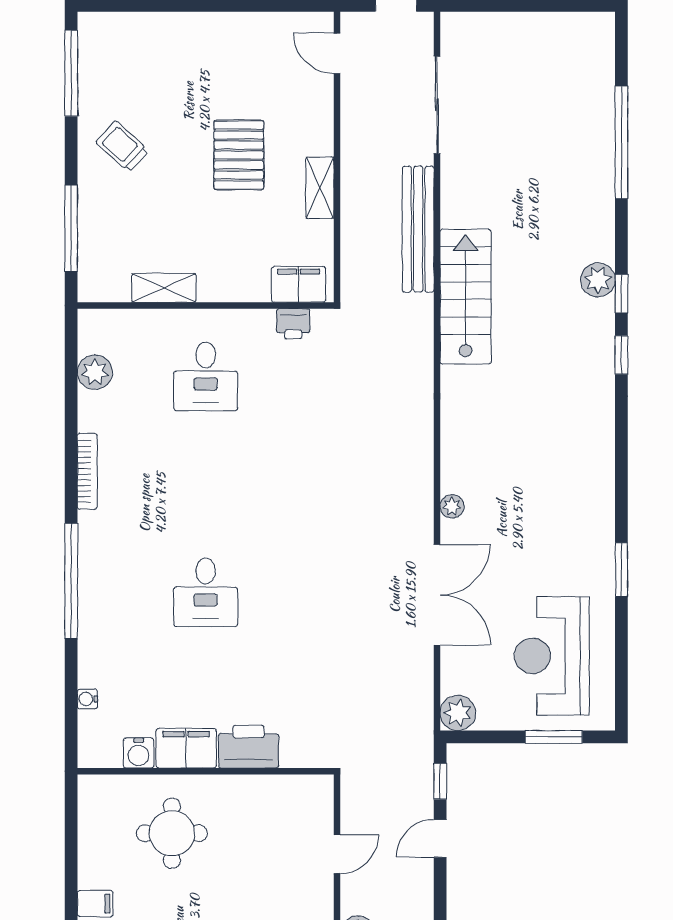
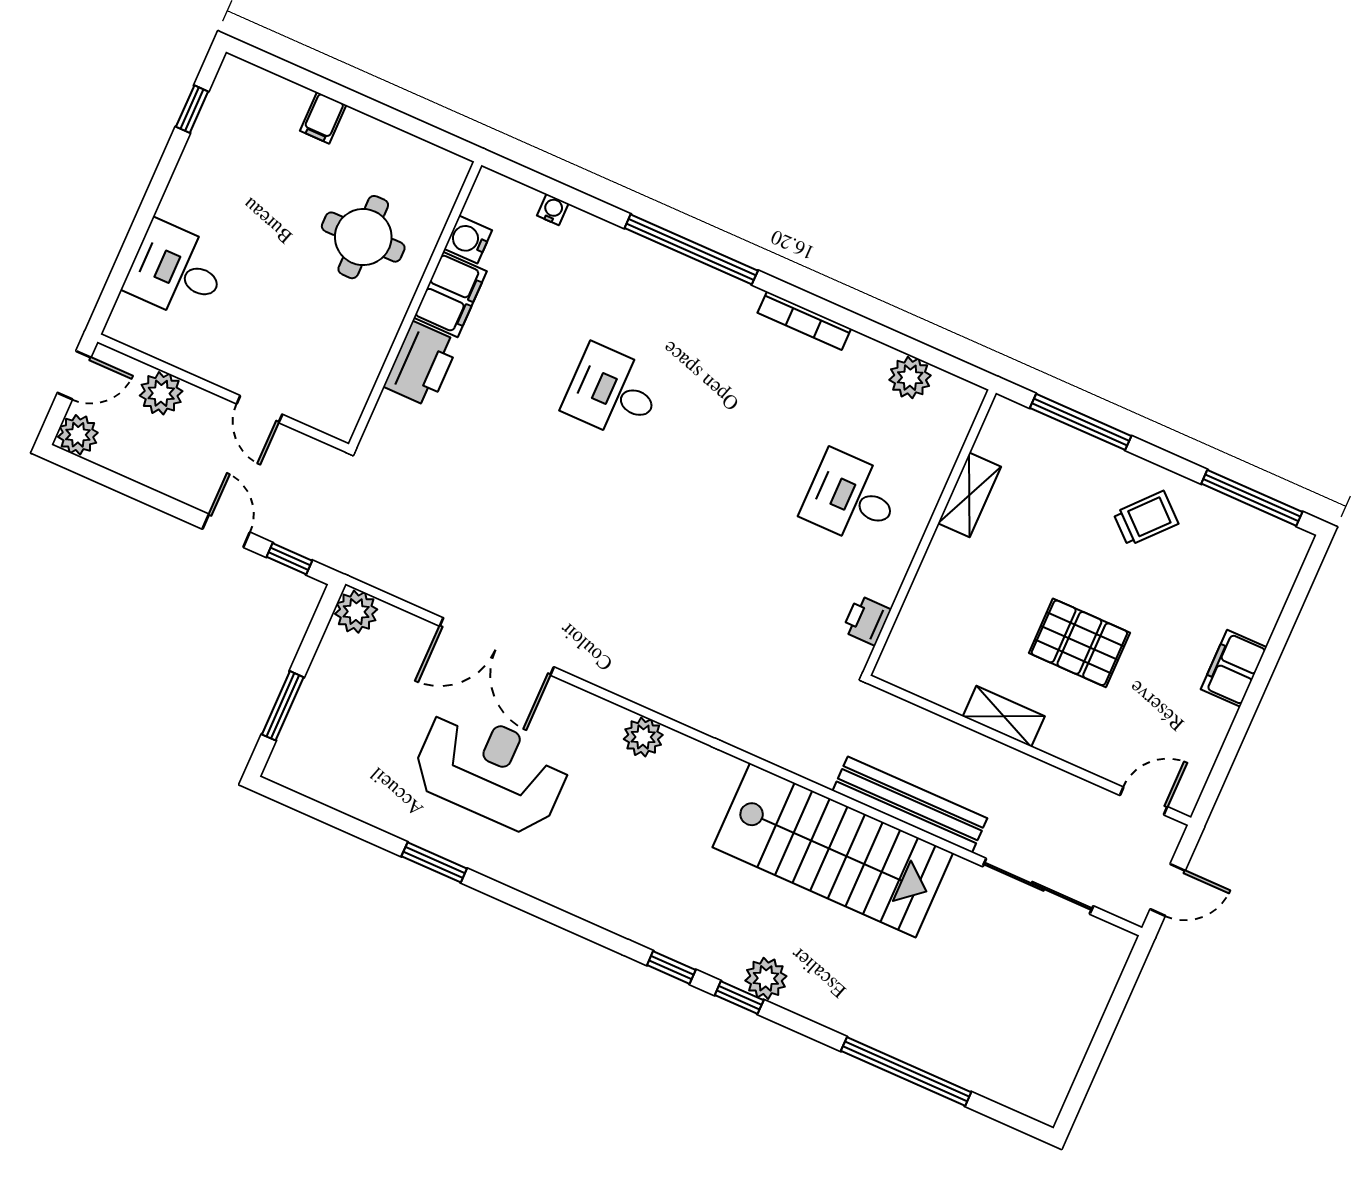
filing cabinet: (299, 284) -> (1234, 668), moved, turned 180
stairs: (466, 297) -> (833, 850), width x1.36, depth x1.51
plant: (452, 506) -> (643, 737), moved, width x1.38, depth x1.38
reception desk: (552, 656) -> (491, 770), moved

